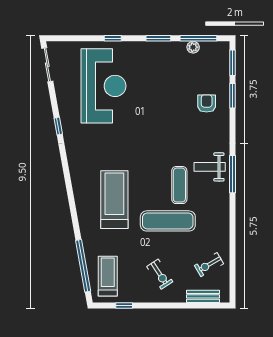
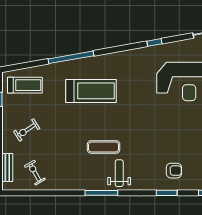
window: (233, 96) -> (167, 193), moved
window: (233, 174) -> (101, 193), moved
exercise mat: (168, 221) -> (73, 137), removed
window: (83, 266) -> (71, 57), moved

